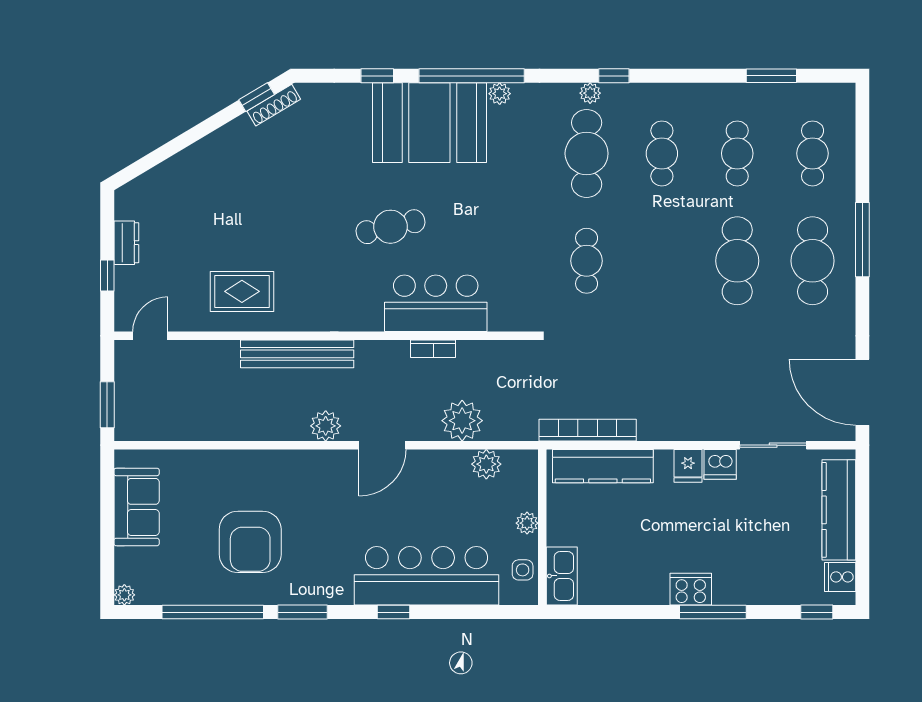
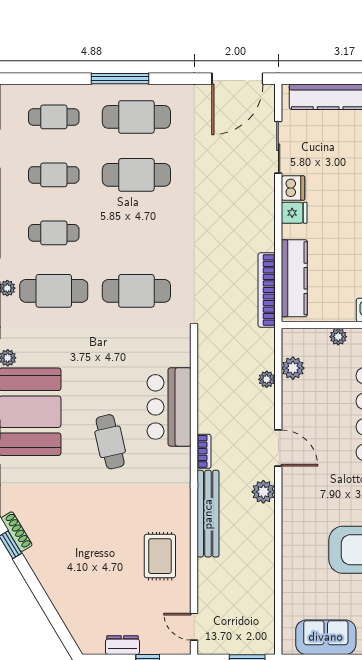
cafe table: (587, 261) -> (136, 291), width x1.37, depth x1.35
bookcase: (433, 349) -> (204, 451), moved
plant: (462, 421) -> (267, 379), width x0.53, depth x0.53

